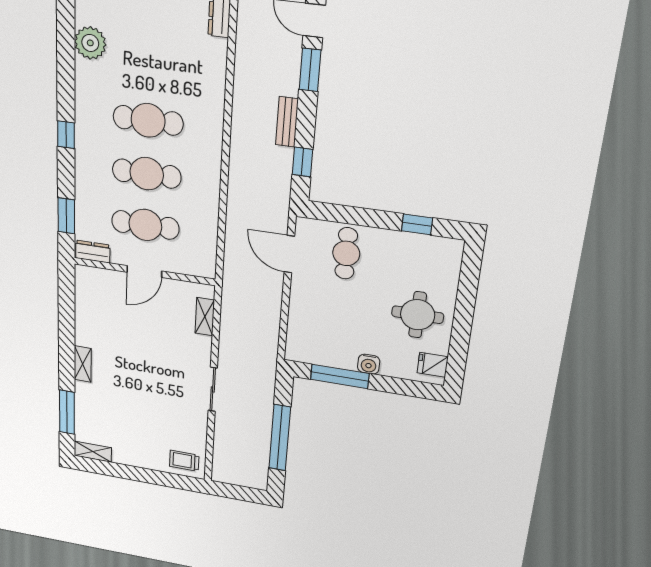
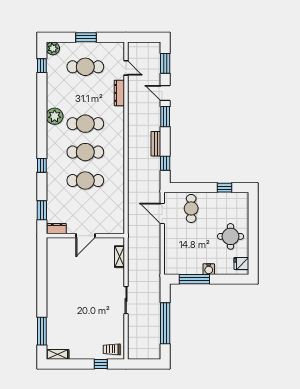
cafe table: (145, 225) -> (85, 124), moved
shelving: (83, 364) -> (51, 298), removed
window: (165, 479) -> (101, 364), added

